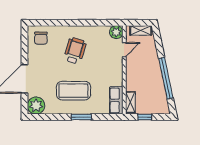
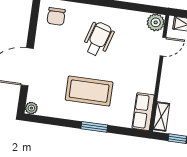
plant: (36, 105) -> (31, 108), width x0.53, depth x0.53

